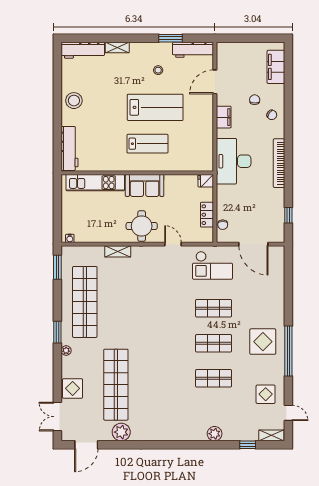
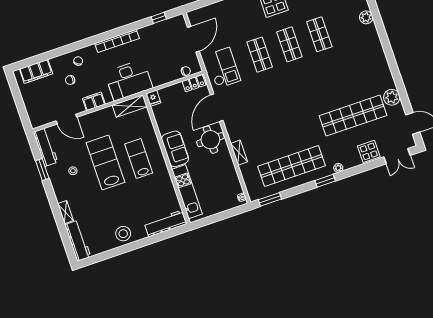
shelving: (206, 153) -> (130, 106), added
locker: (207, 215) -> (194, 83), moved
door: (173, 244) -> (217, 108), width x1.87

